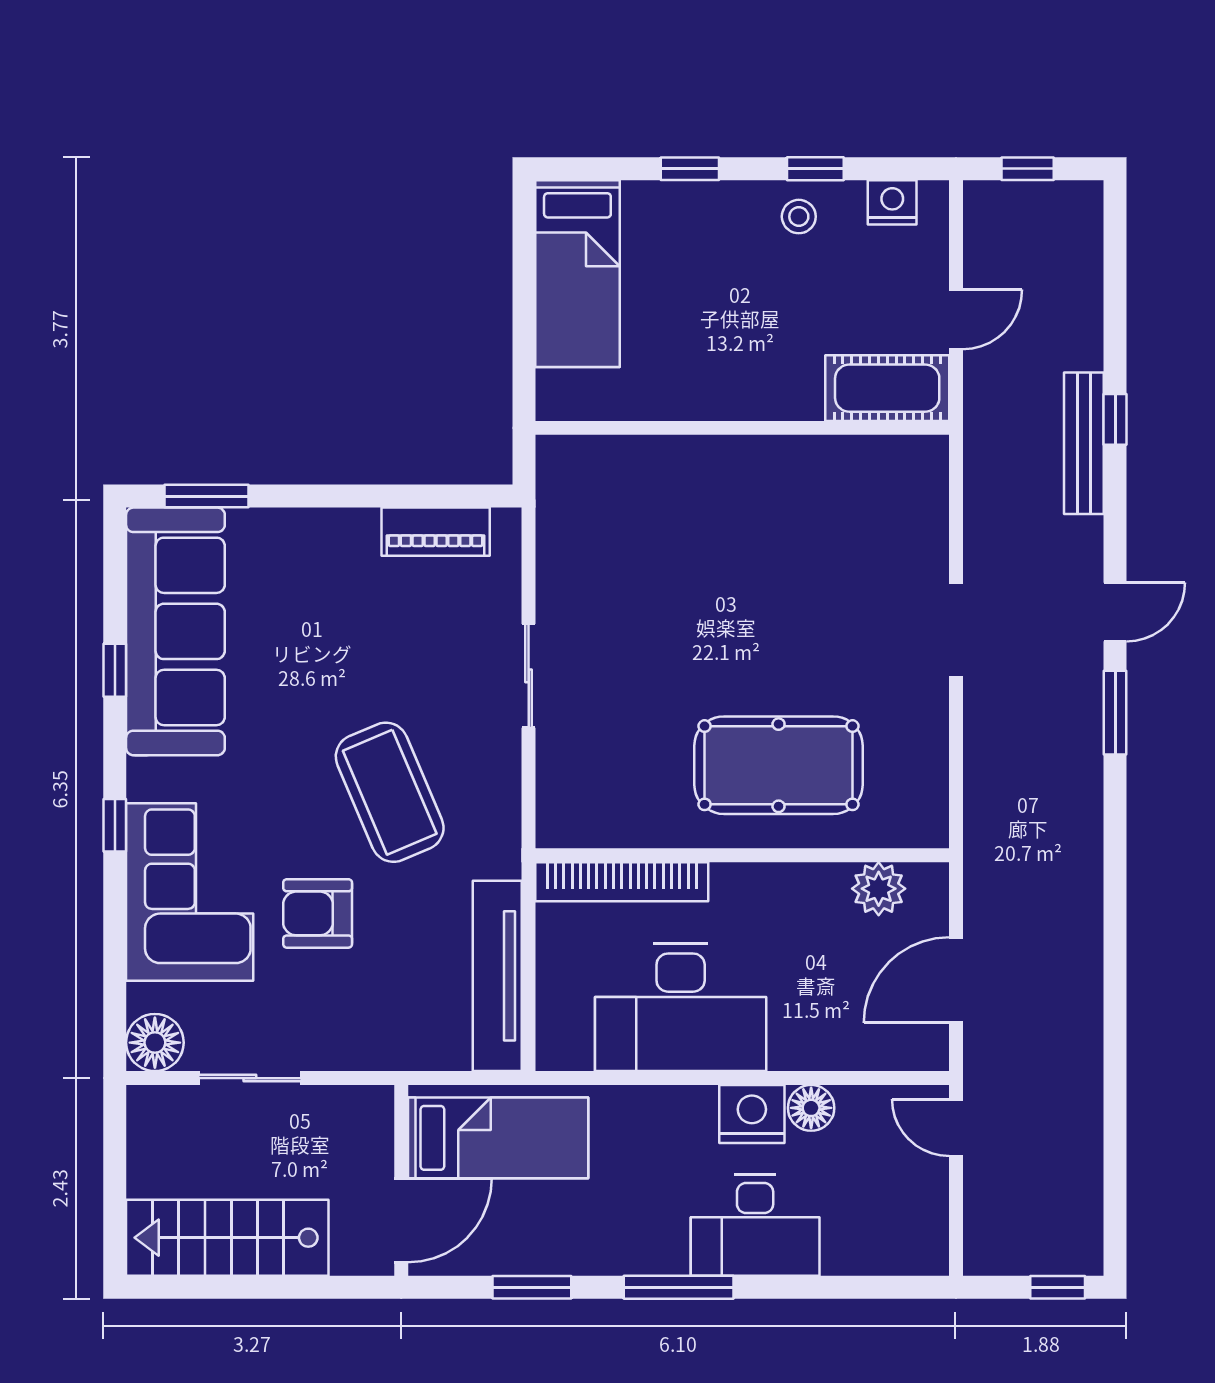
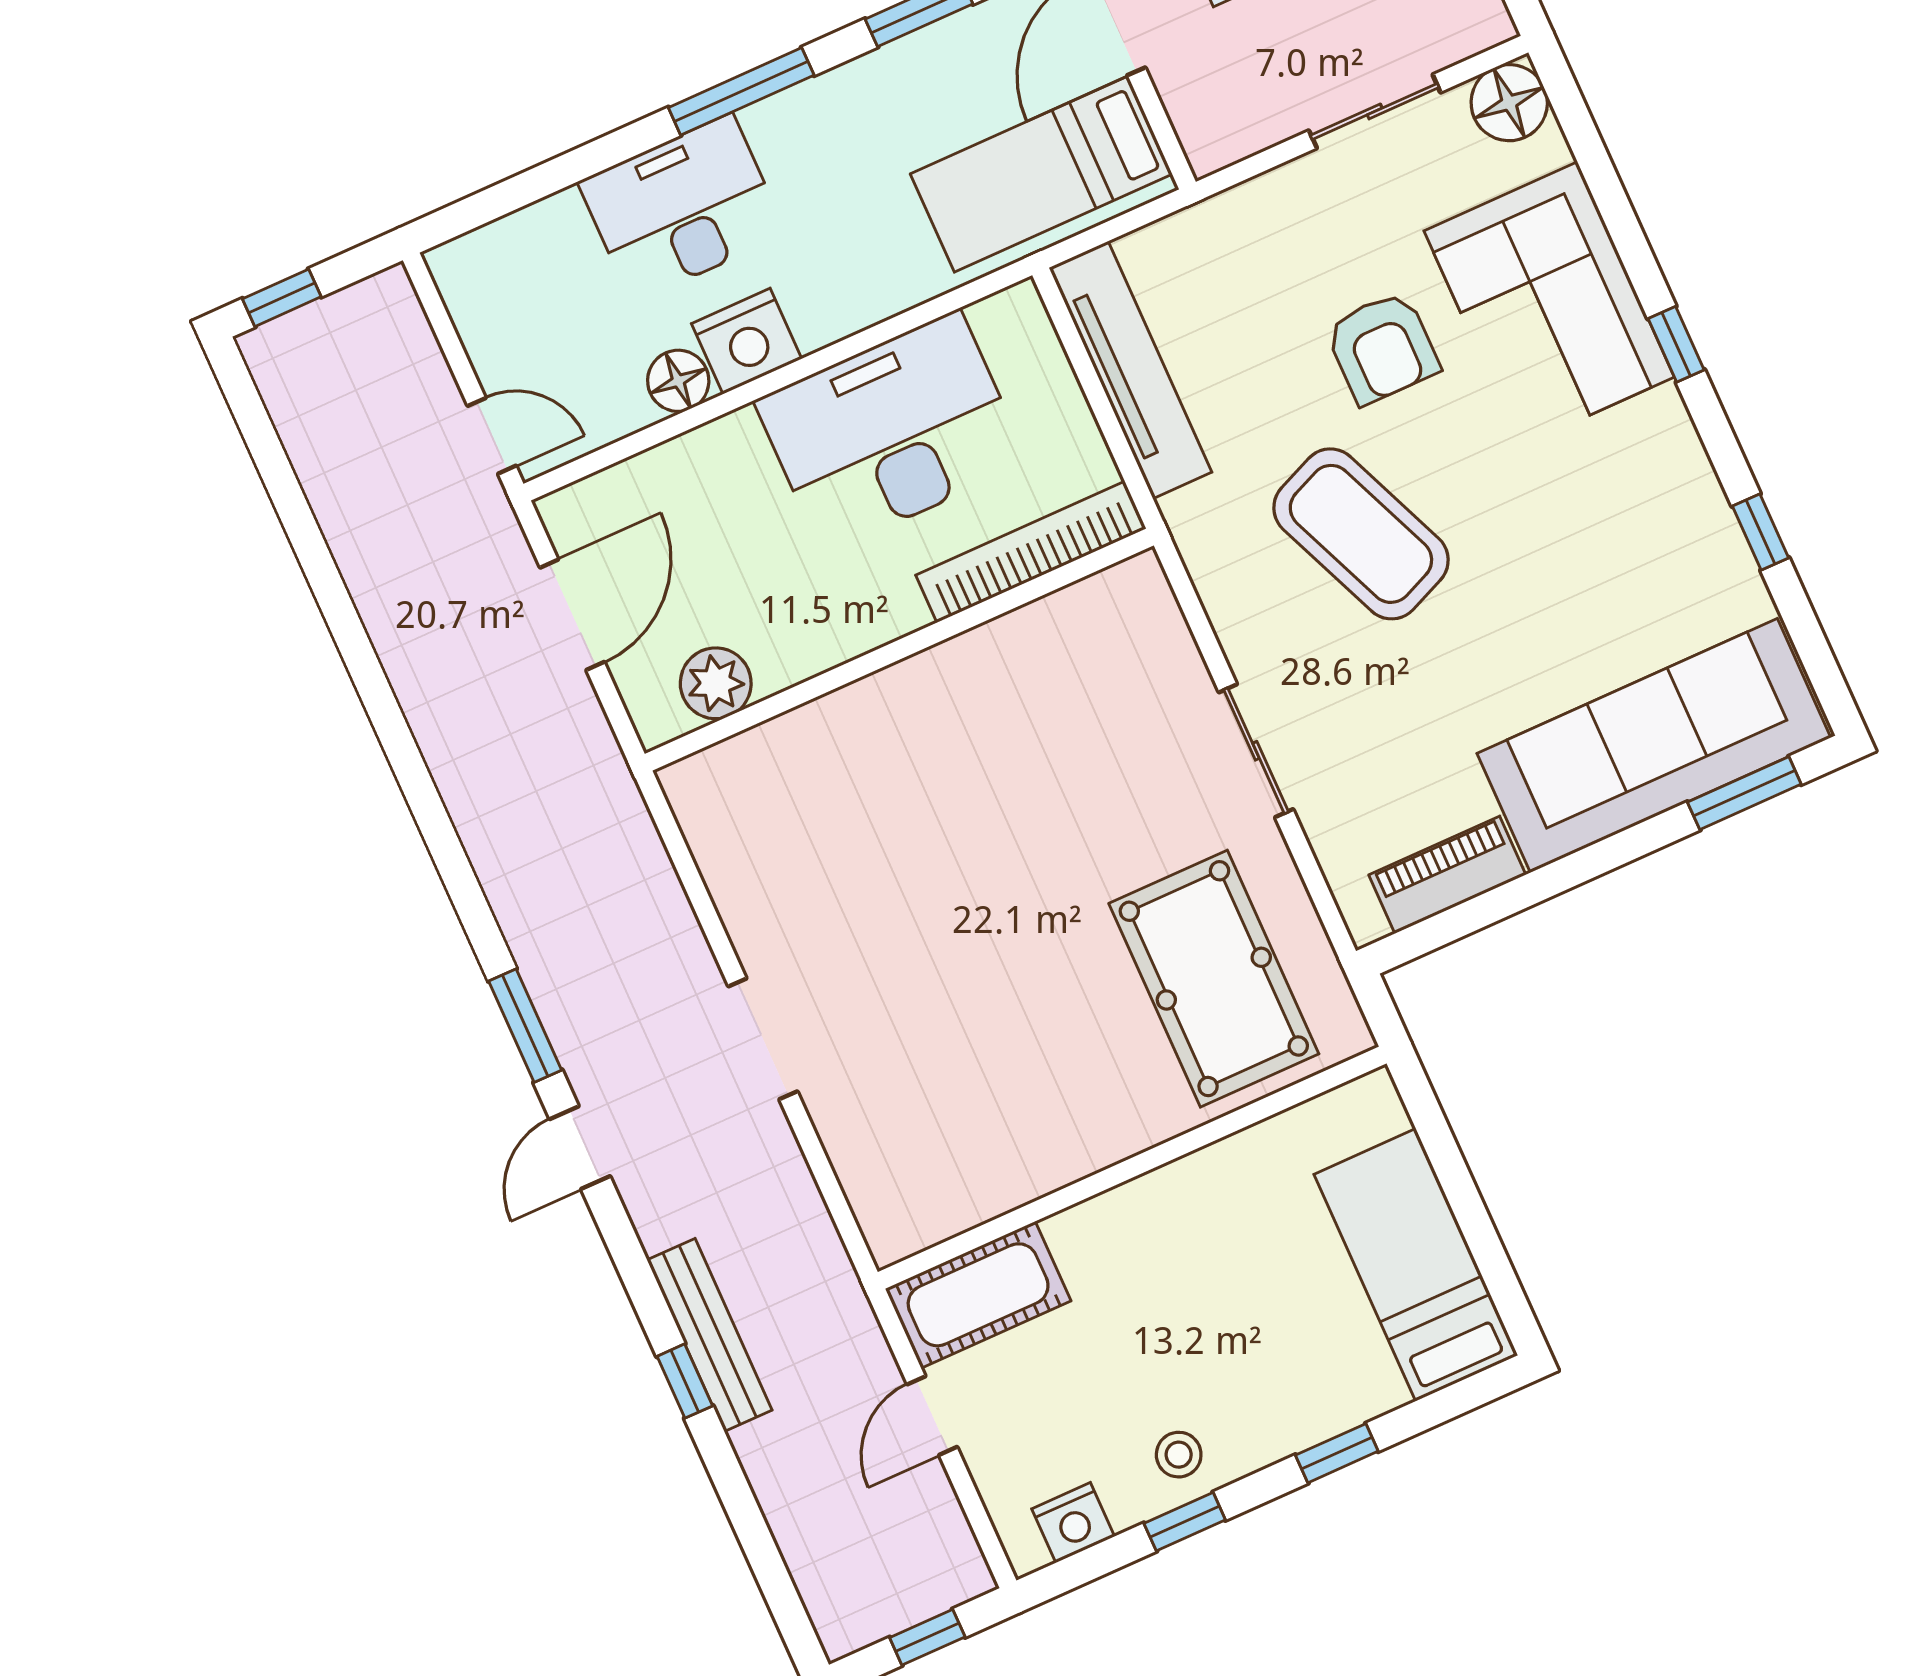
sofa: (175, 631) -> (1654, 746), moved, turned 90
pool table: (779, 765) -> (1214, 979), moved, turned 90
armchair: (318, 913) -> (1382, 348), turned 90

